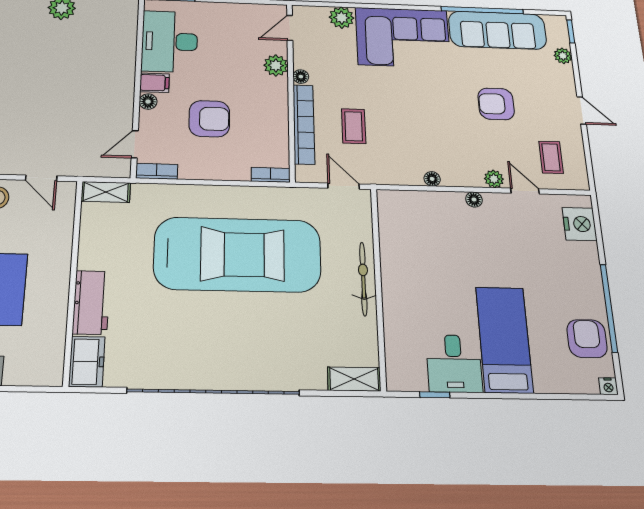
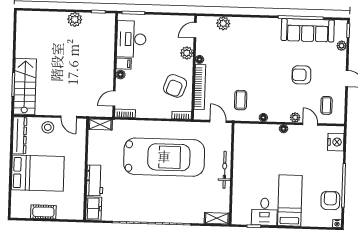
corner sofa: (403, 37) -> (255, 35), removed
armchair: (209, 119) -> (175, 86), moved, turned 110
coffee table: (354, 126) -> (241, 100), moved

